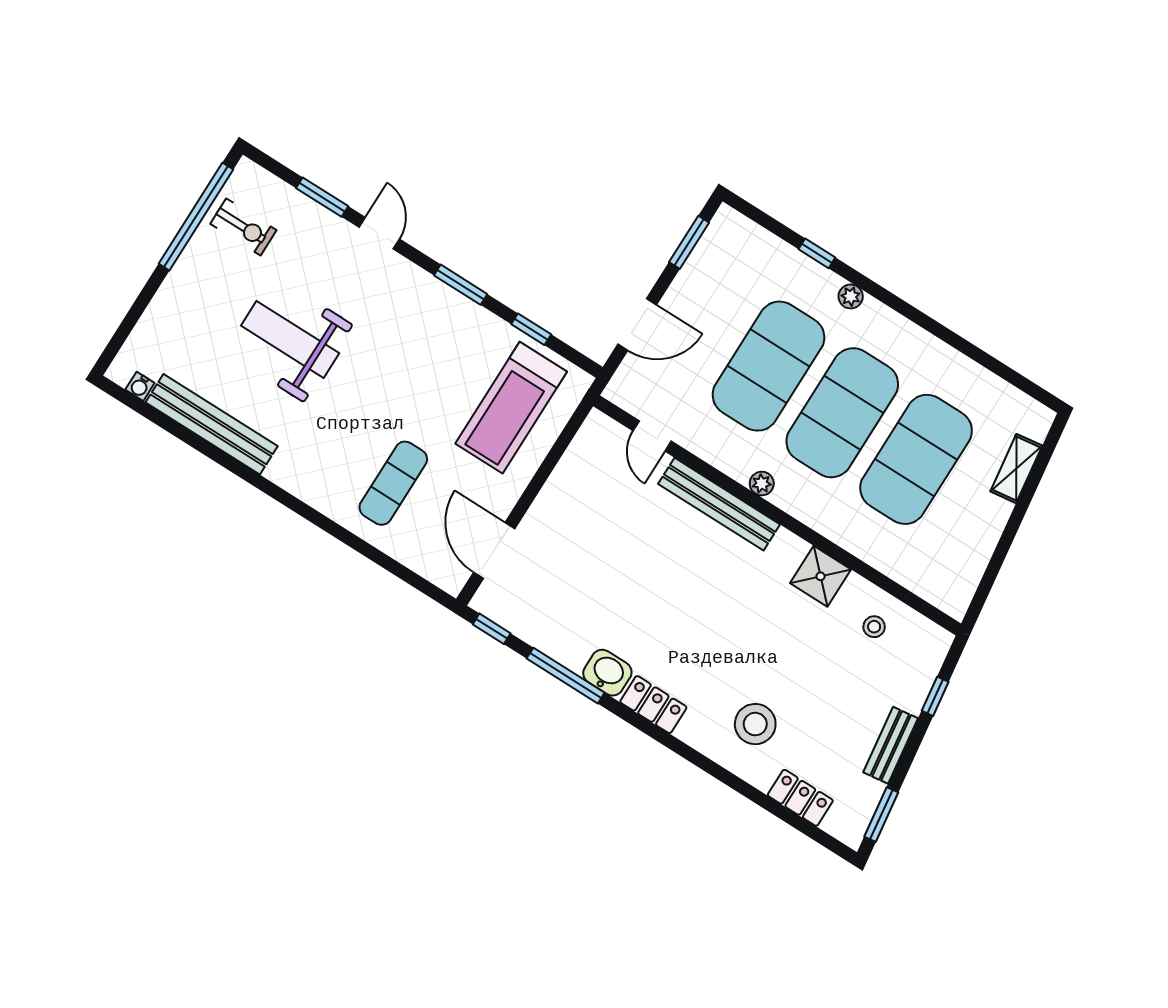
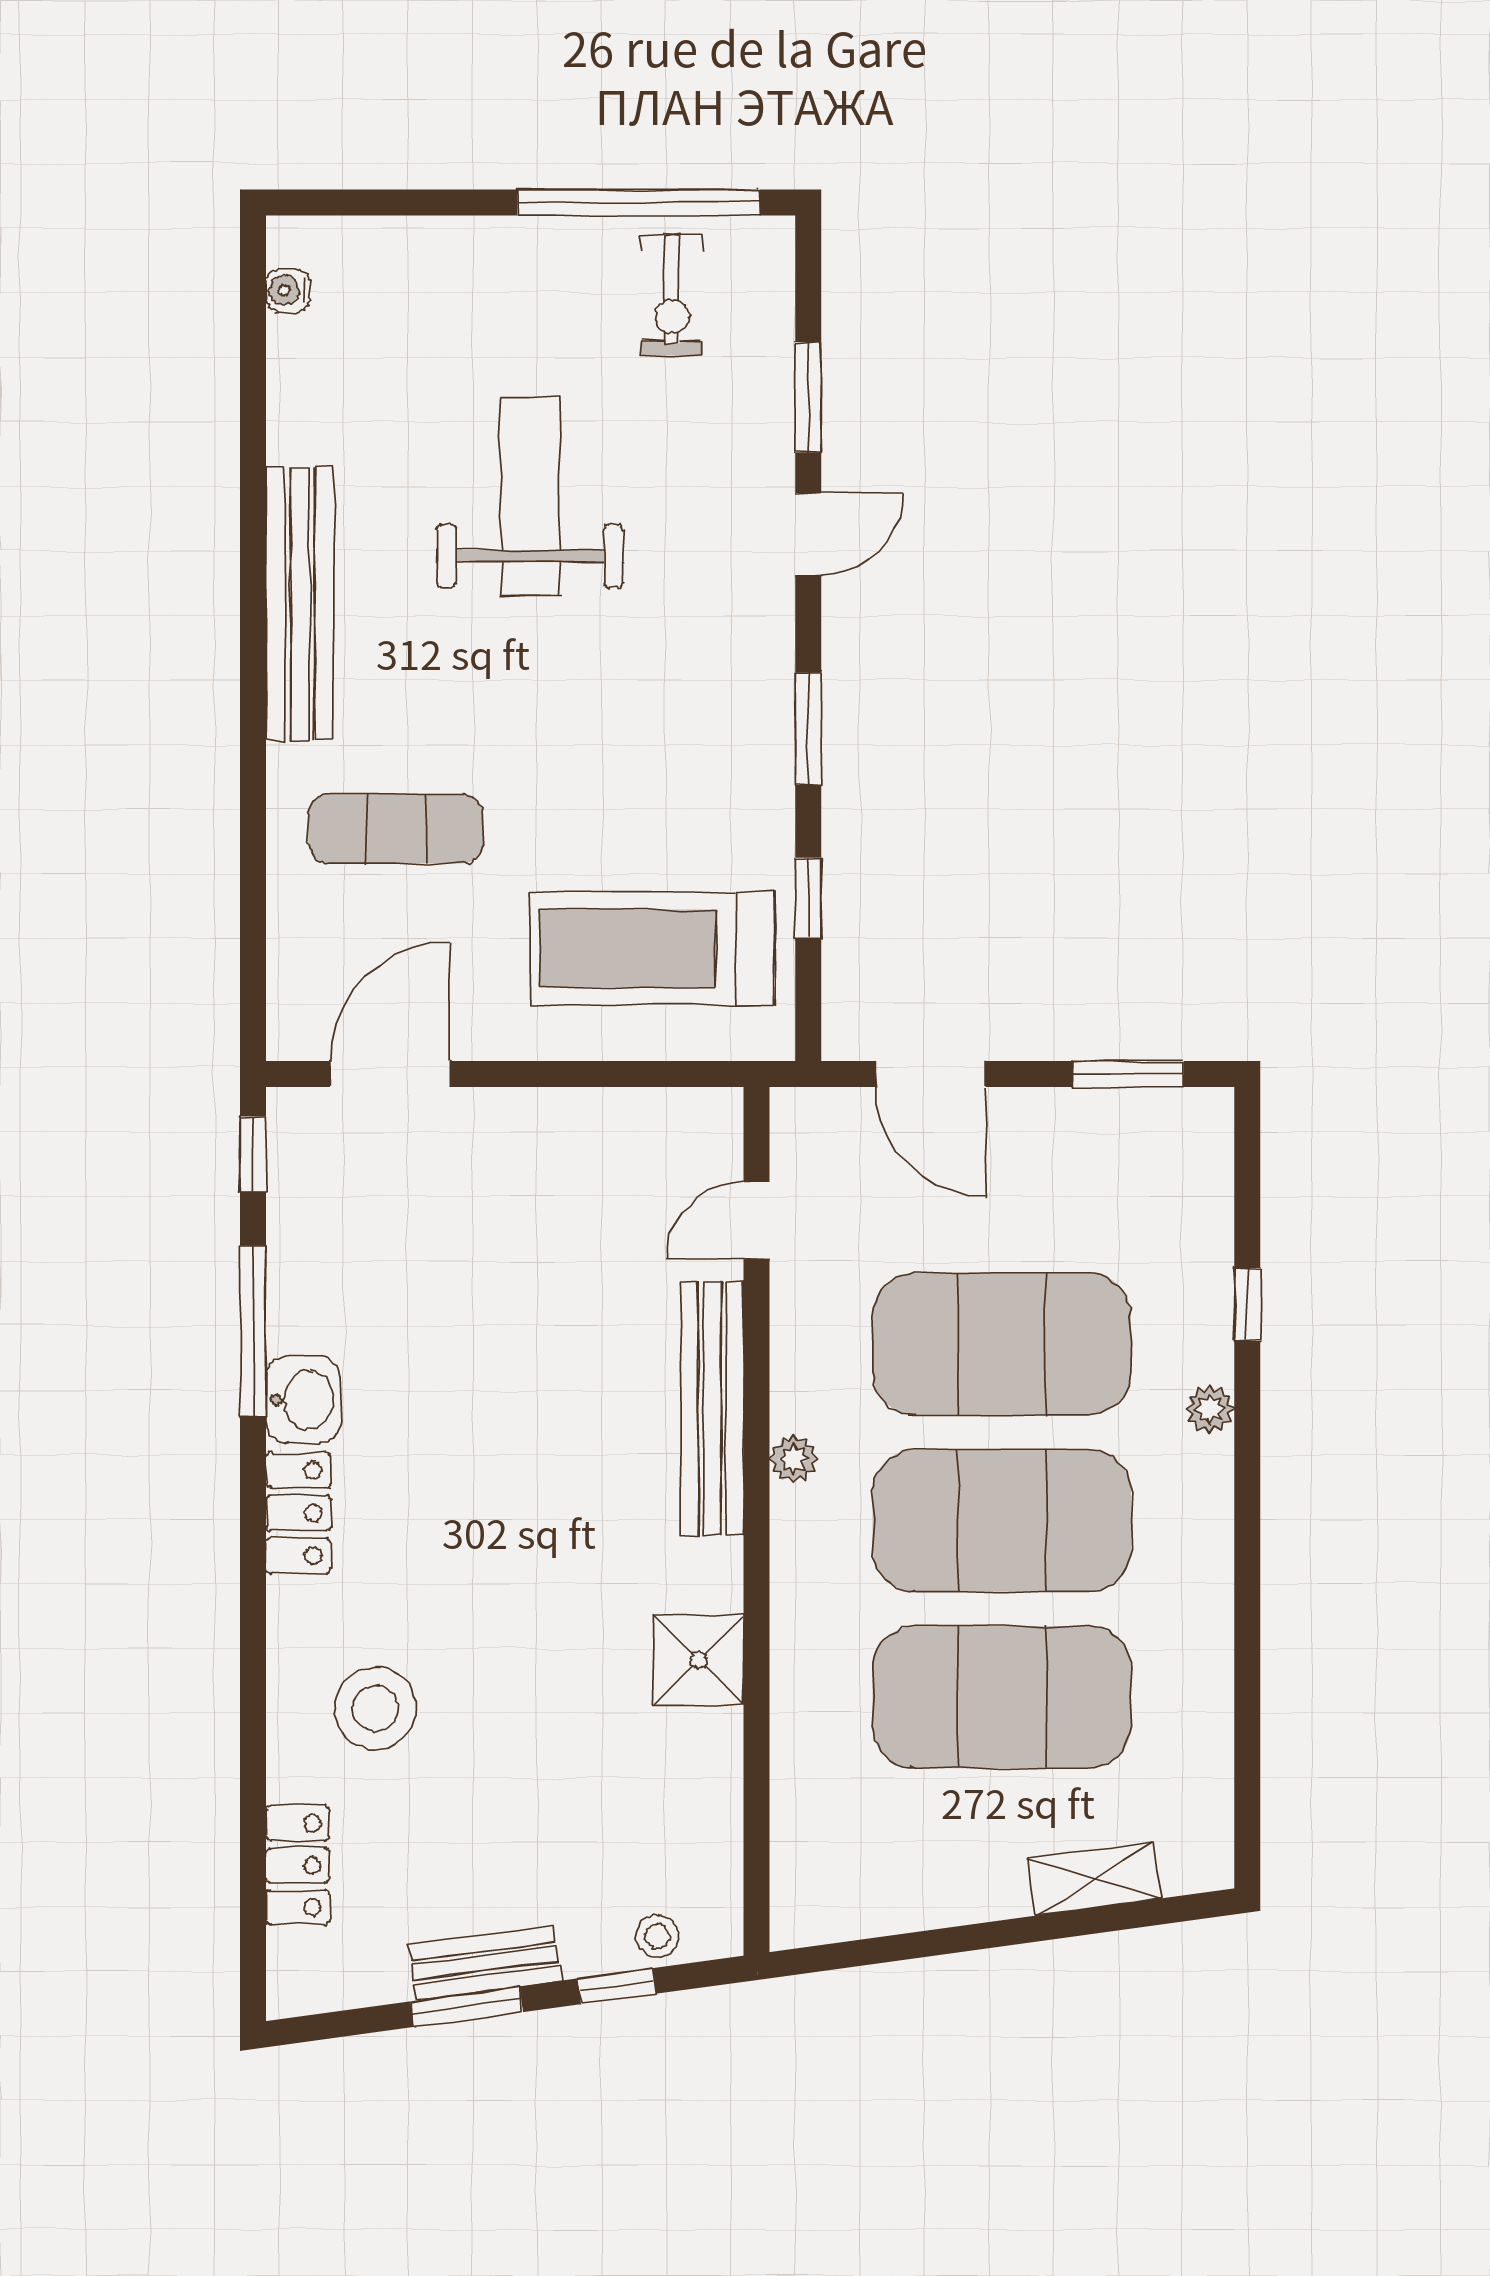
bench: (212, 424) -> (300, 604), moved
stool: (874, 627) -> (657, 1936), moved
window: (881, 815) -> (467, 2007), moved

